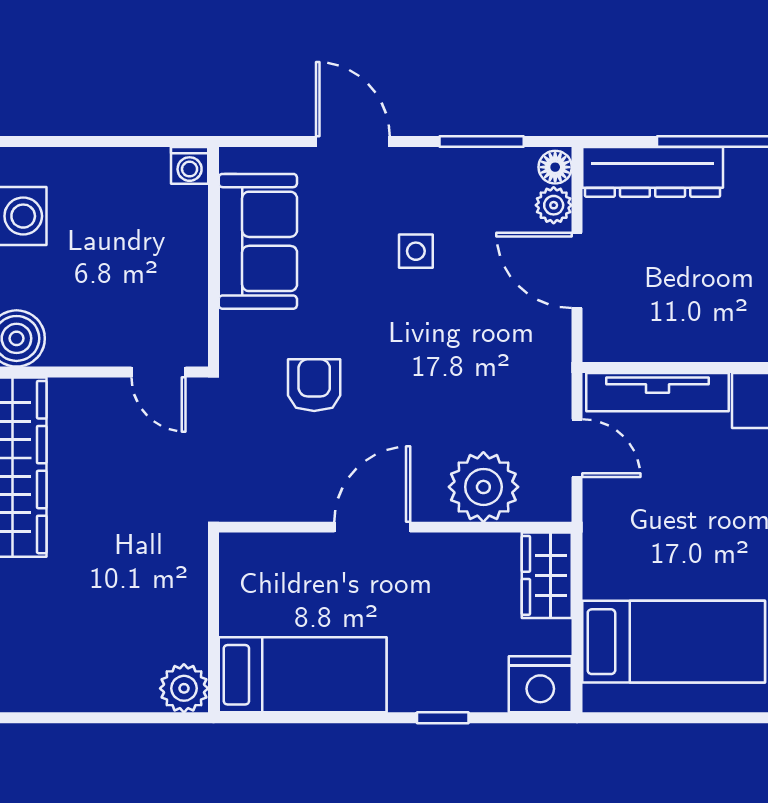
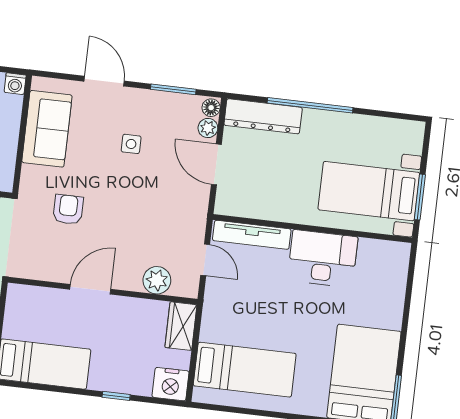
plant: (483, 487) -> (157, 280), width x0.73, depth x0.73

